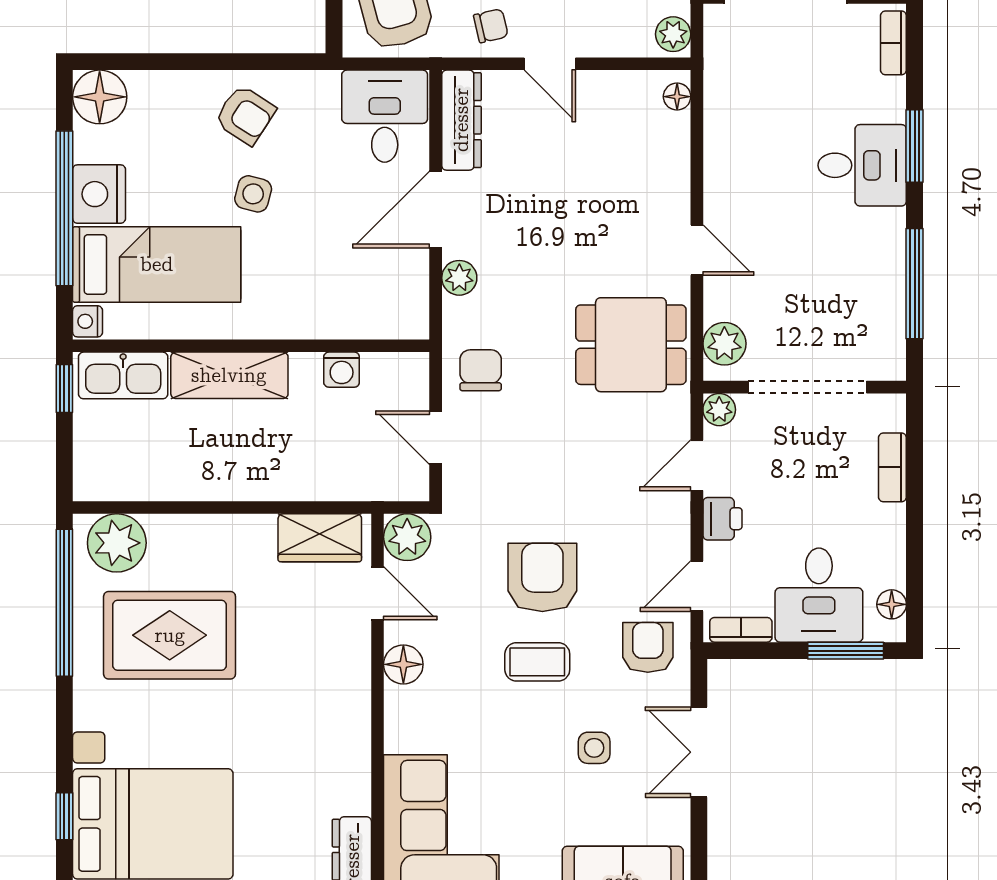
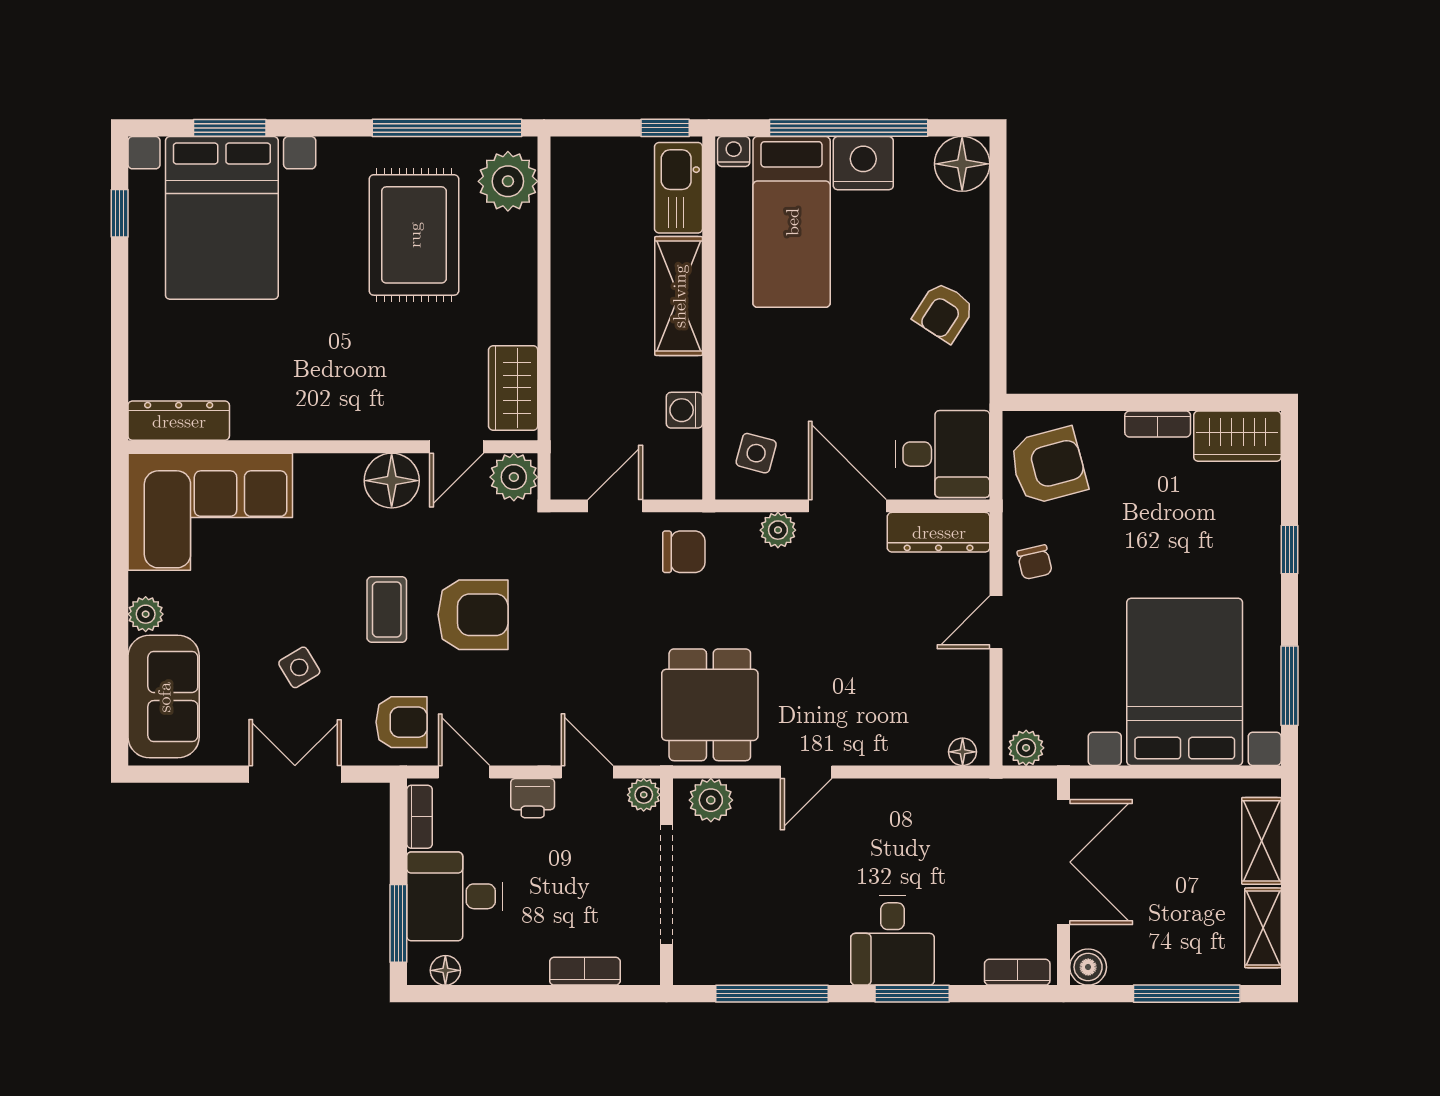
side table: (253, 194) -> (756, 453), moved
floor lamp: (403, 664) -> (392, 481), width x1.38, depth x1.38
side table: (594, 748) -> (299, 667), turned -31
window: (64, 816) -> (230, 128), width x1.50

